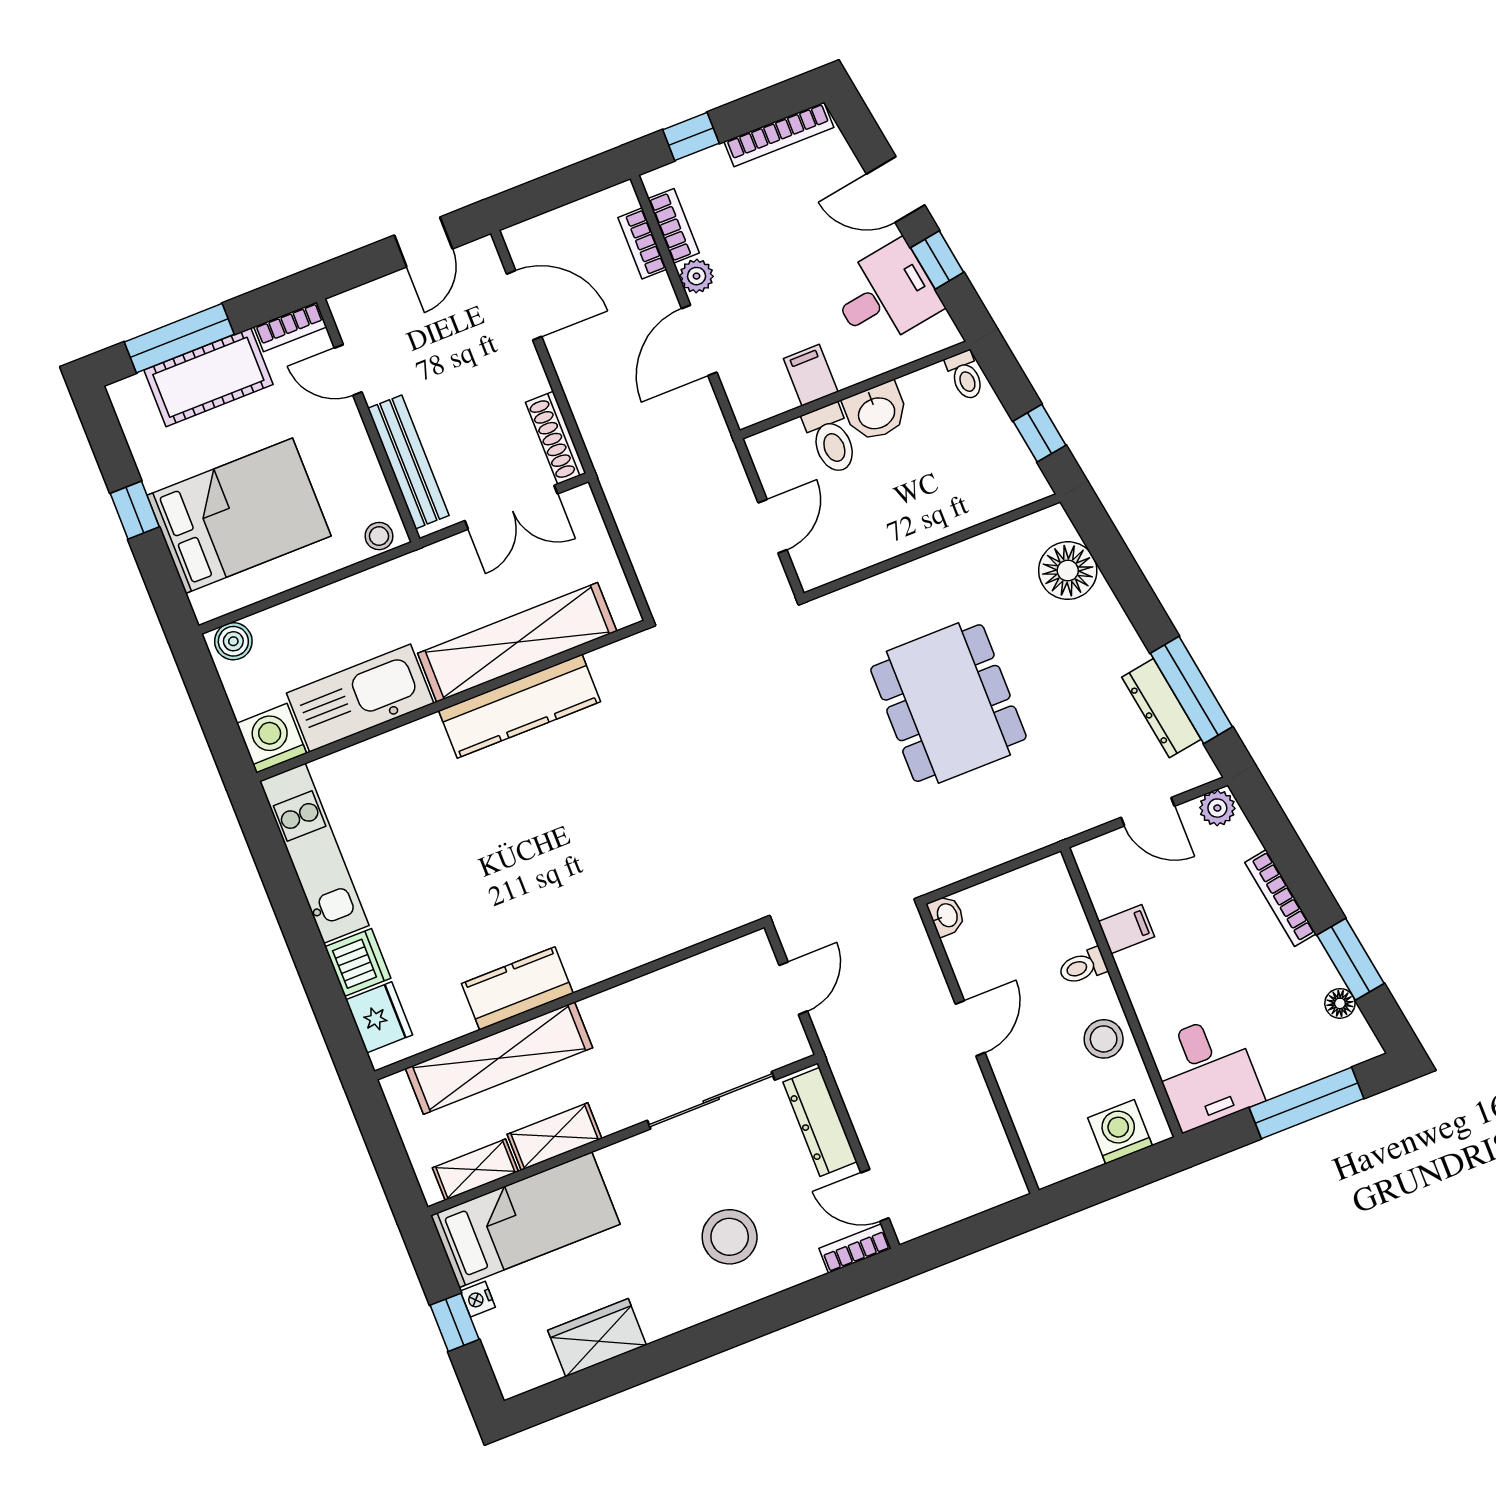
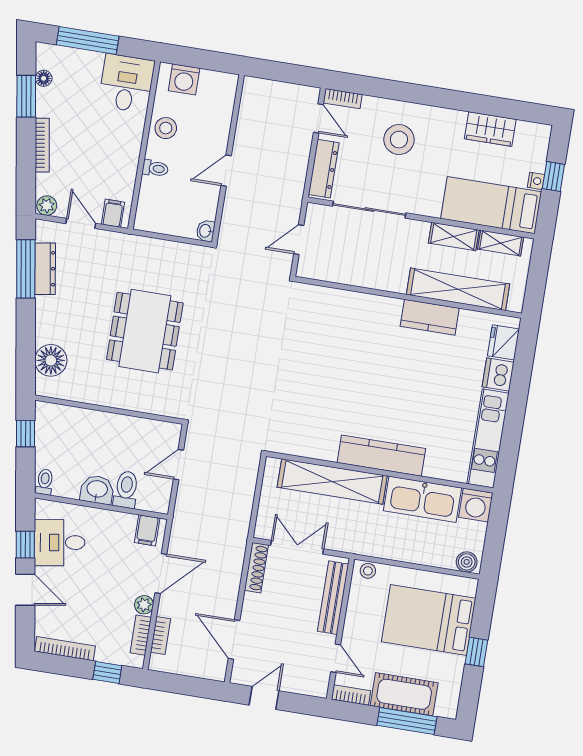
filing cabinet: (811, 375) -> (147, 530), moved
kitchen counter: (520, 706) -> (381, 456), moved
filing cabinet: (1126, 929) -> (113, 213), moved, turned 90

